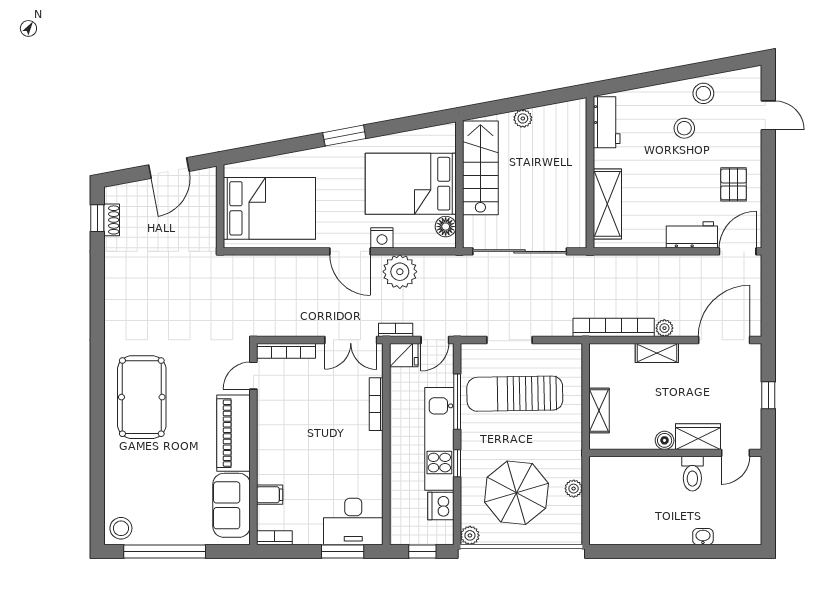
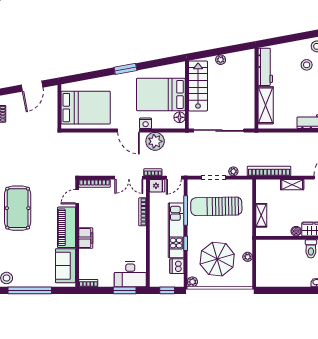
workbench: (607, 122) -> (265, 67), width x1.38
plant: (664, 328) -> (233, 171), moved
filing cabinet: (270, 495) -> (86, 238), moved, width x2.00

